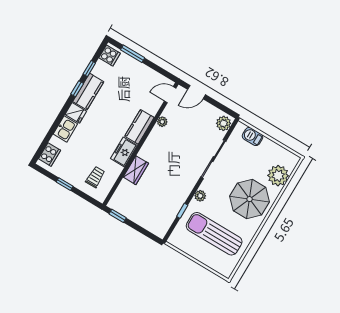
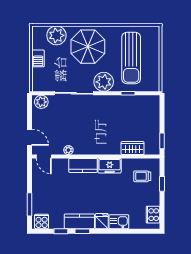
barbecue: (252, 137) -> (38, 58), moved
cooker: (49, 155) -> (153, 215), moved, turned -90
wardrobe: (136, 170) -> (133, 148), moved
window: (65, 184) -> (162, 184), moved
plant: (200, 196) -> (104, 82), width x1.88, depth x1.88

